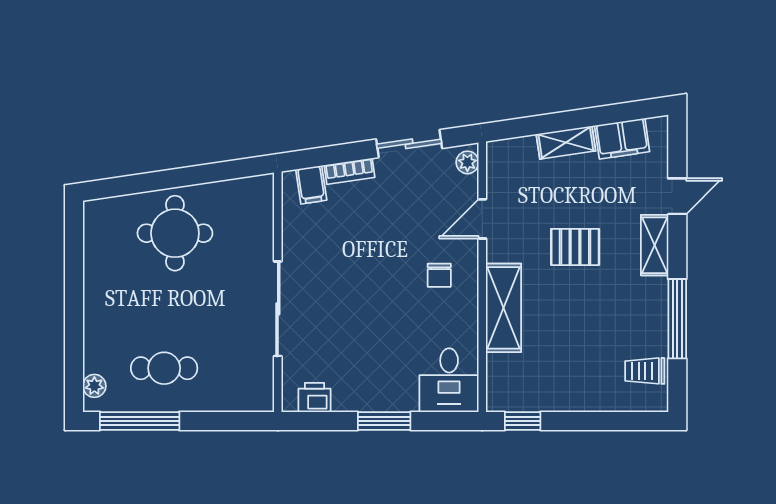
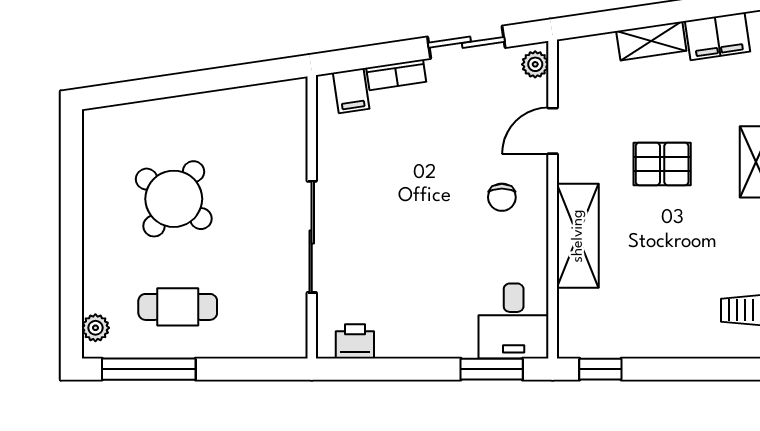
round table: (175, 233) -> (174, 199), moved, turned 36
window: (384, 421) -> (492, 369), moved

